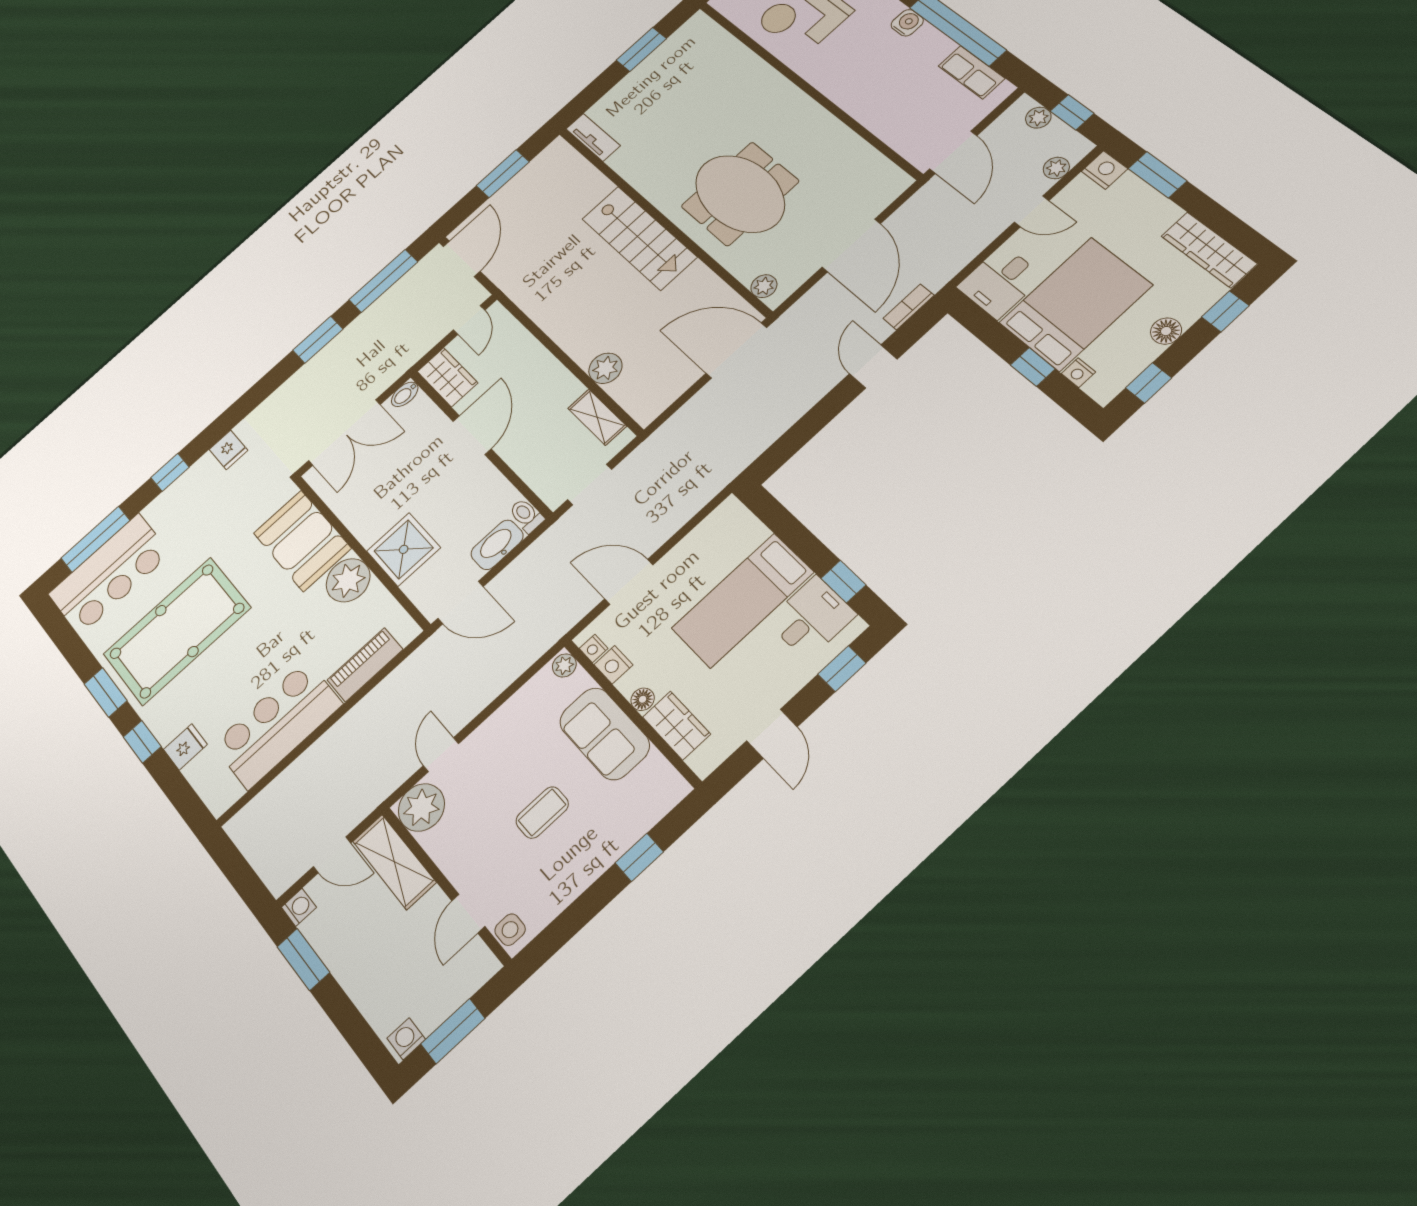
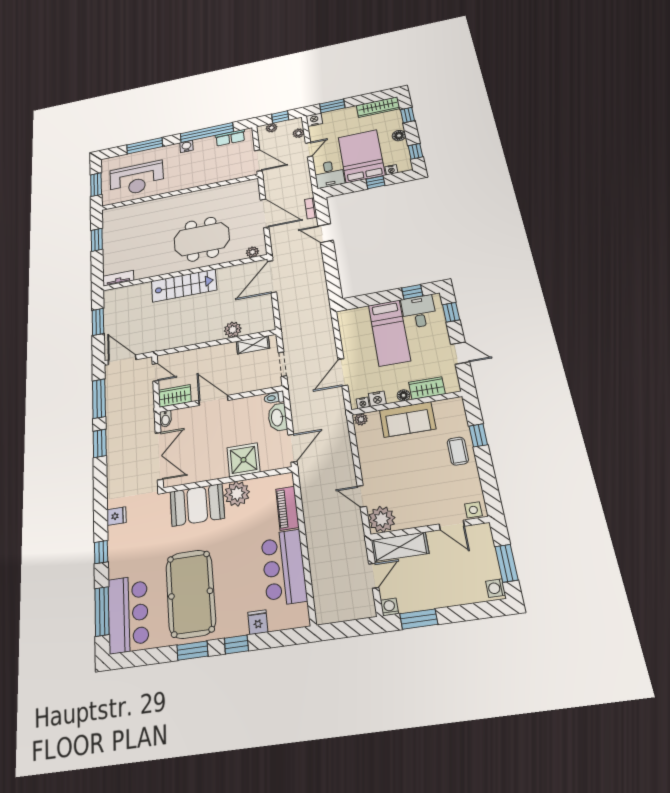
coffee table: (542, 812) -> (458, 451), moved

